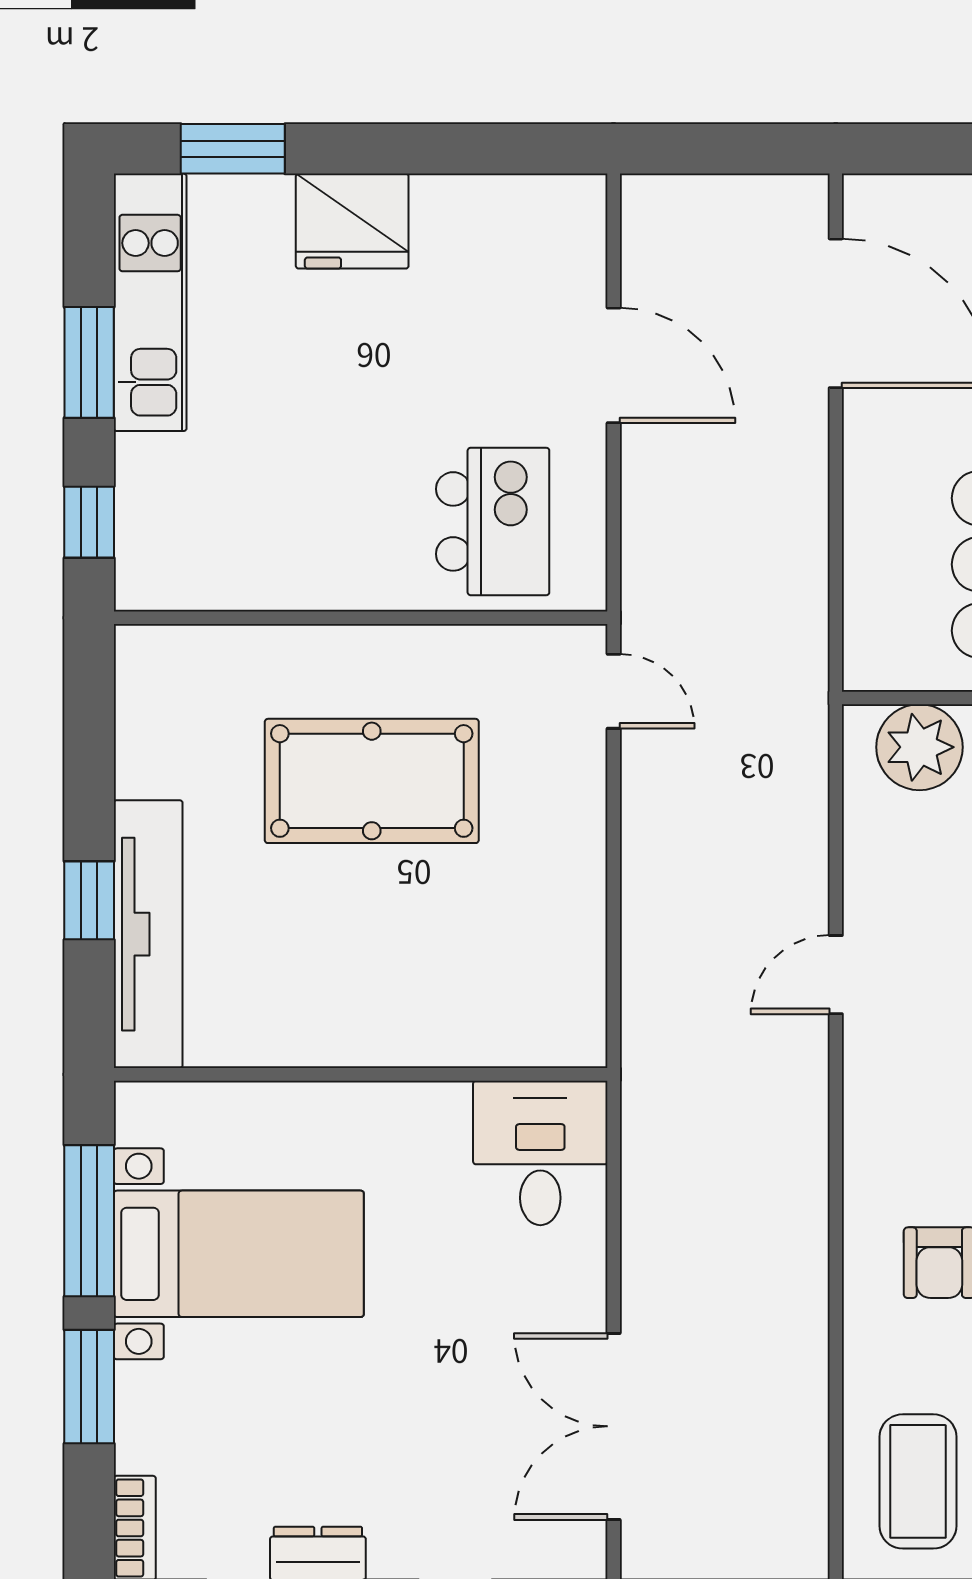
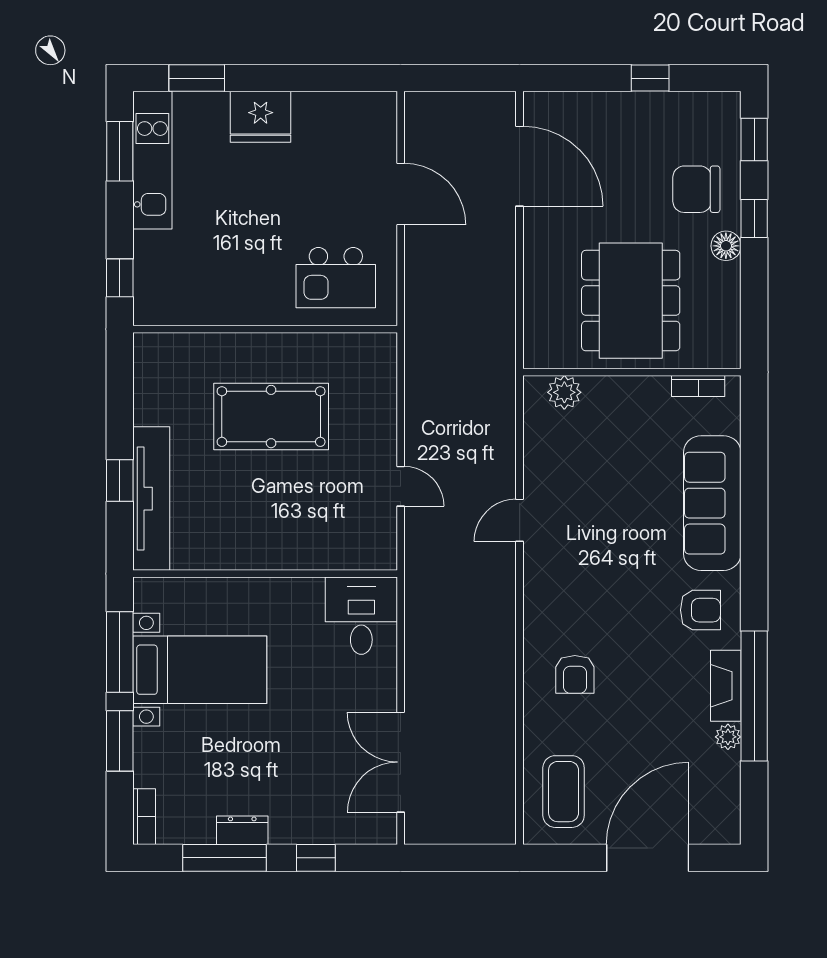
window: (89, 362) -> (120, 151), moved
kitchen island: (493, 521) -> (336, 278), turned 90
door: (614, 691) -> (401, 486), moved
plant: (919, 747) -> (564, 392), width x0.73, depth x0.73

